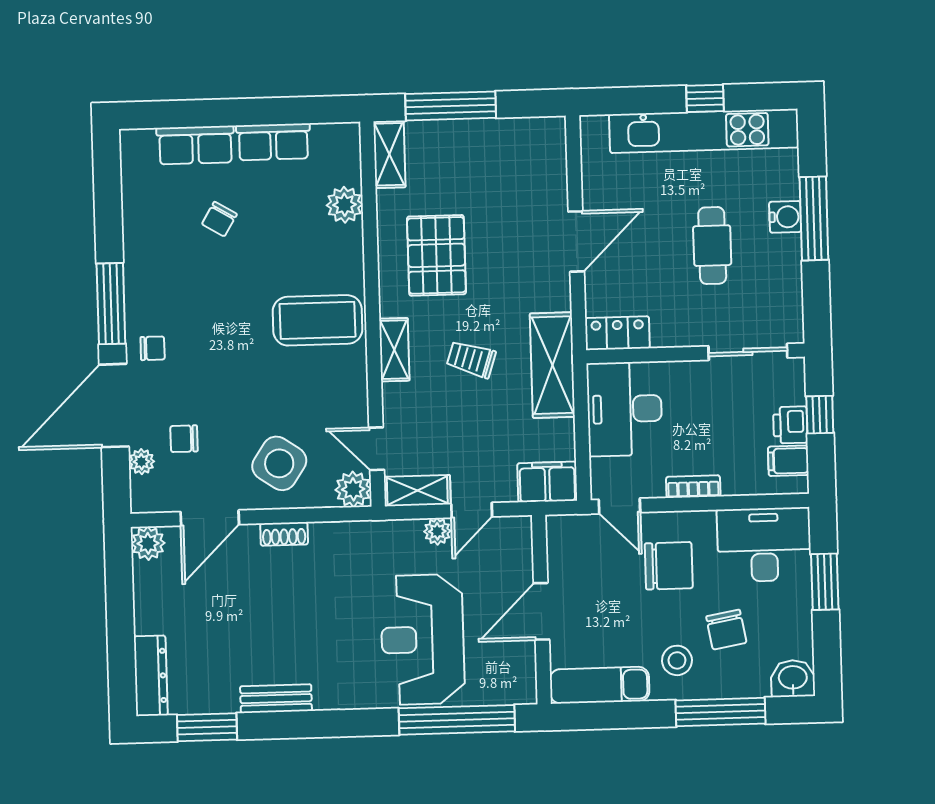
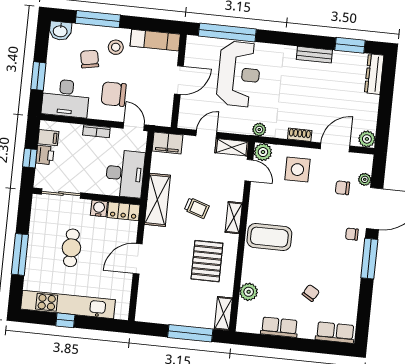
row of seats: (195, 145) -> (335, 333), moved
water cooler: (785, 217) -> (99, 208), moved, turned 90
chair: (184, 439) -> (342, 188), turned 180
side table: (279, 463) -> (297, 170), turned -34
plant: (437, 531) -> (259, 130), moved

